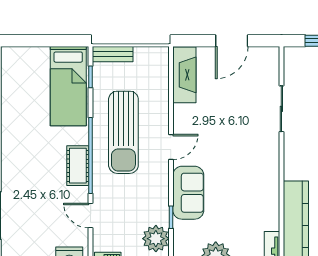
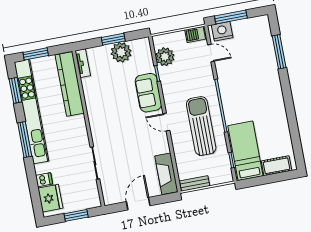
bench: (113, 54) -> (195, 183), moved
door: (171, 147) -> (166, 122), hinge flipped
cot: (78, 166) -> (276, 166), moved, turned 90
door: (91, 216) -> (211, 53), moved

